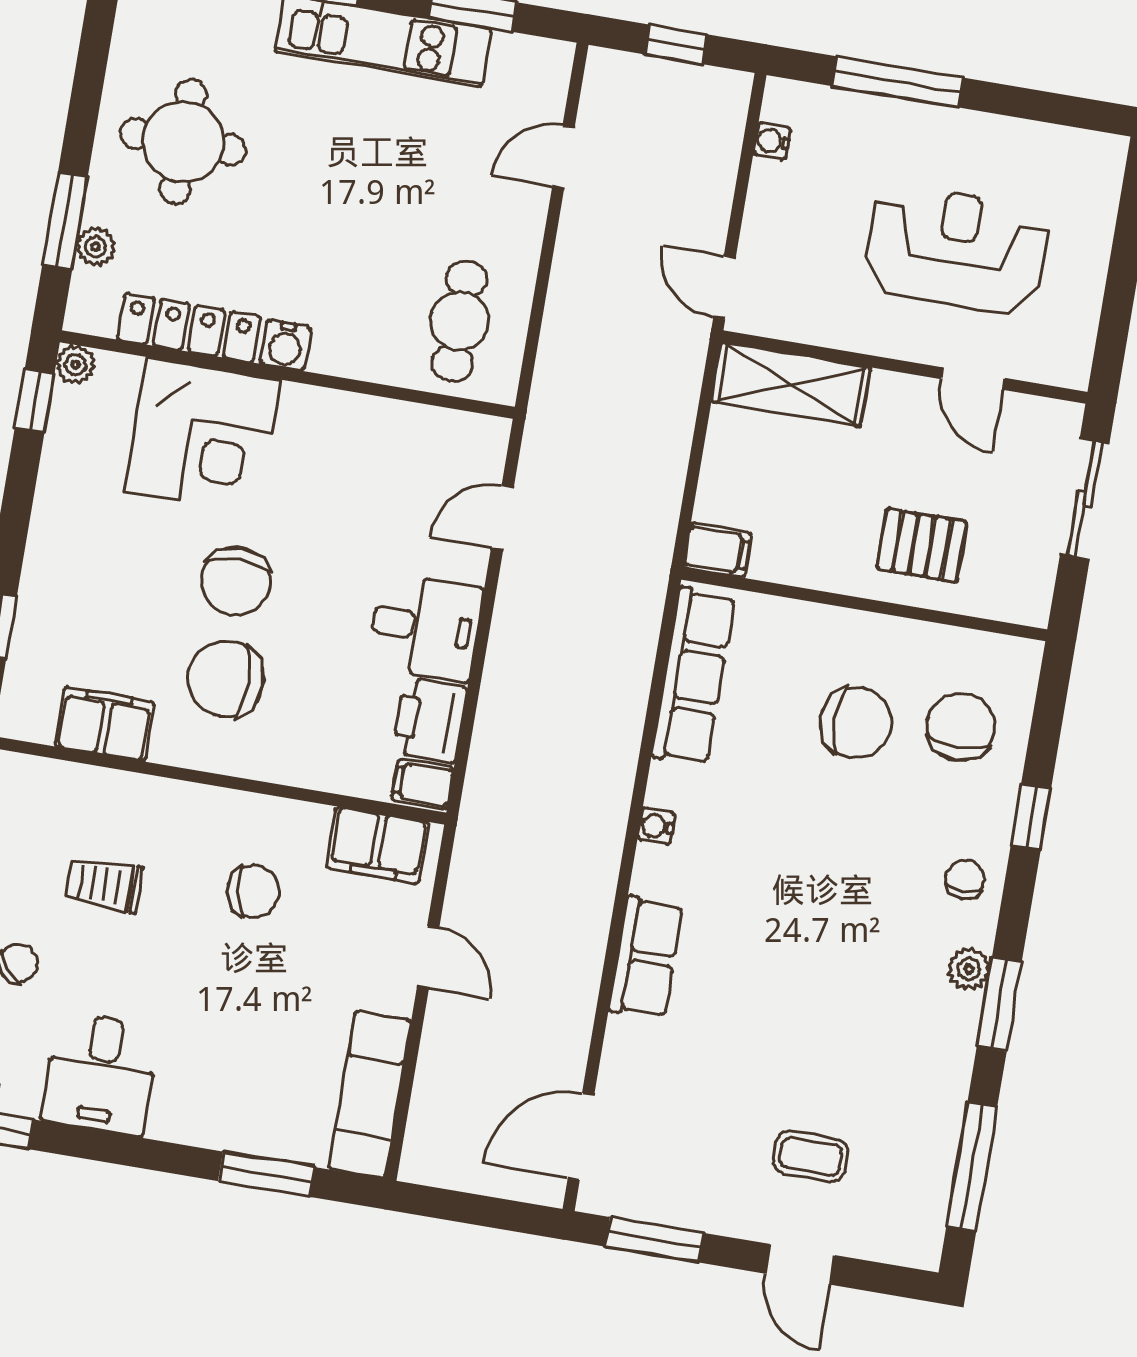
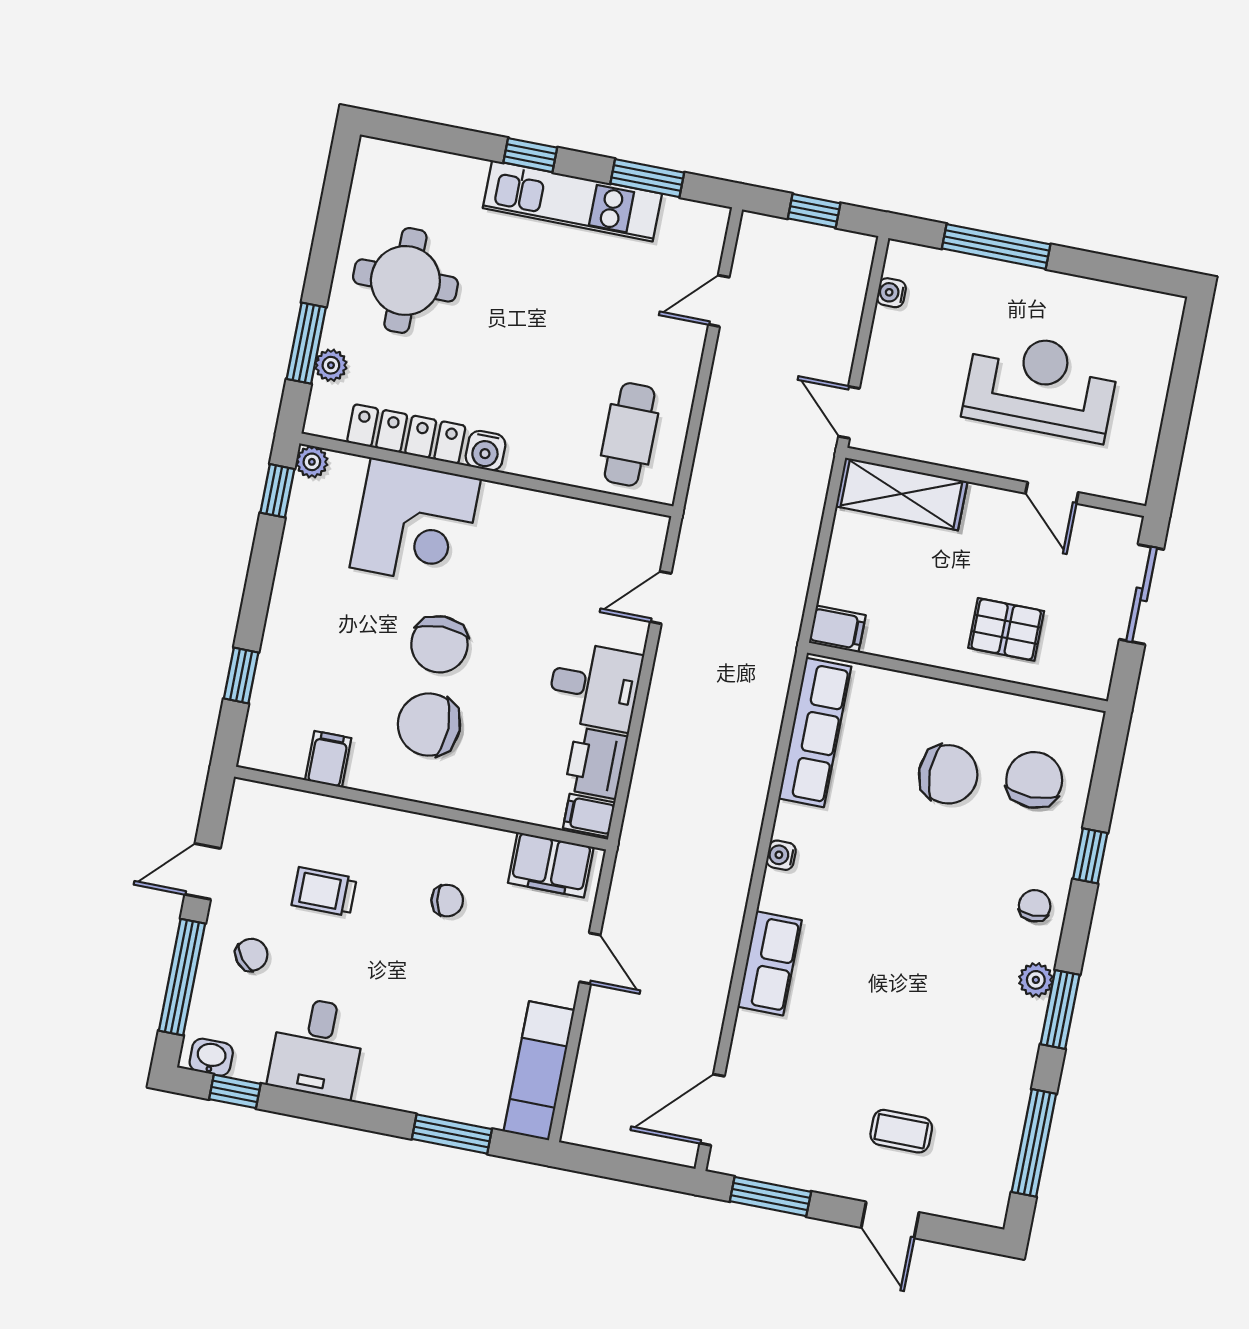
filing cabinet: (105, 724) -> (328, 759), width x0.50
chair: (253, 892) -> (447, 901), width x0.73, depth x0.73

